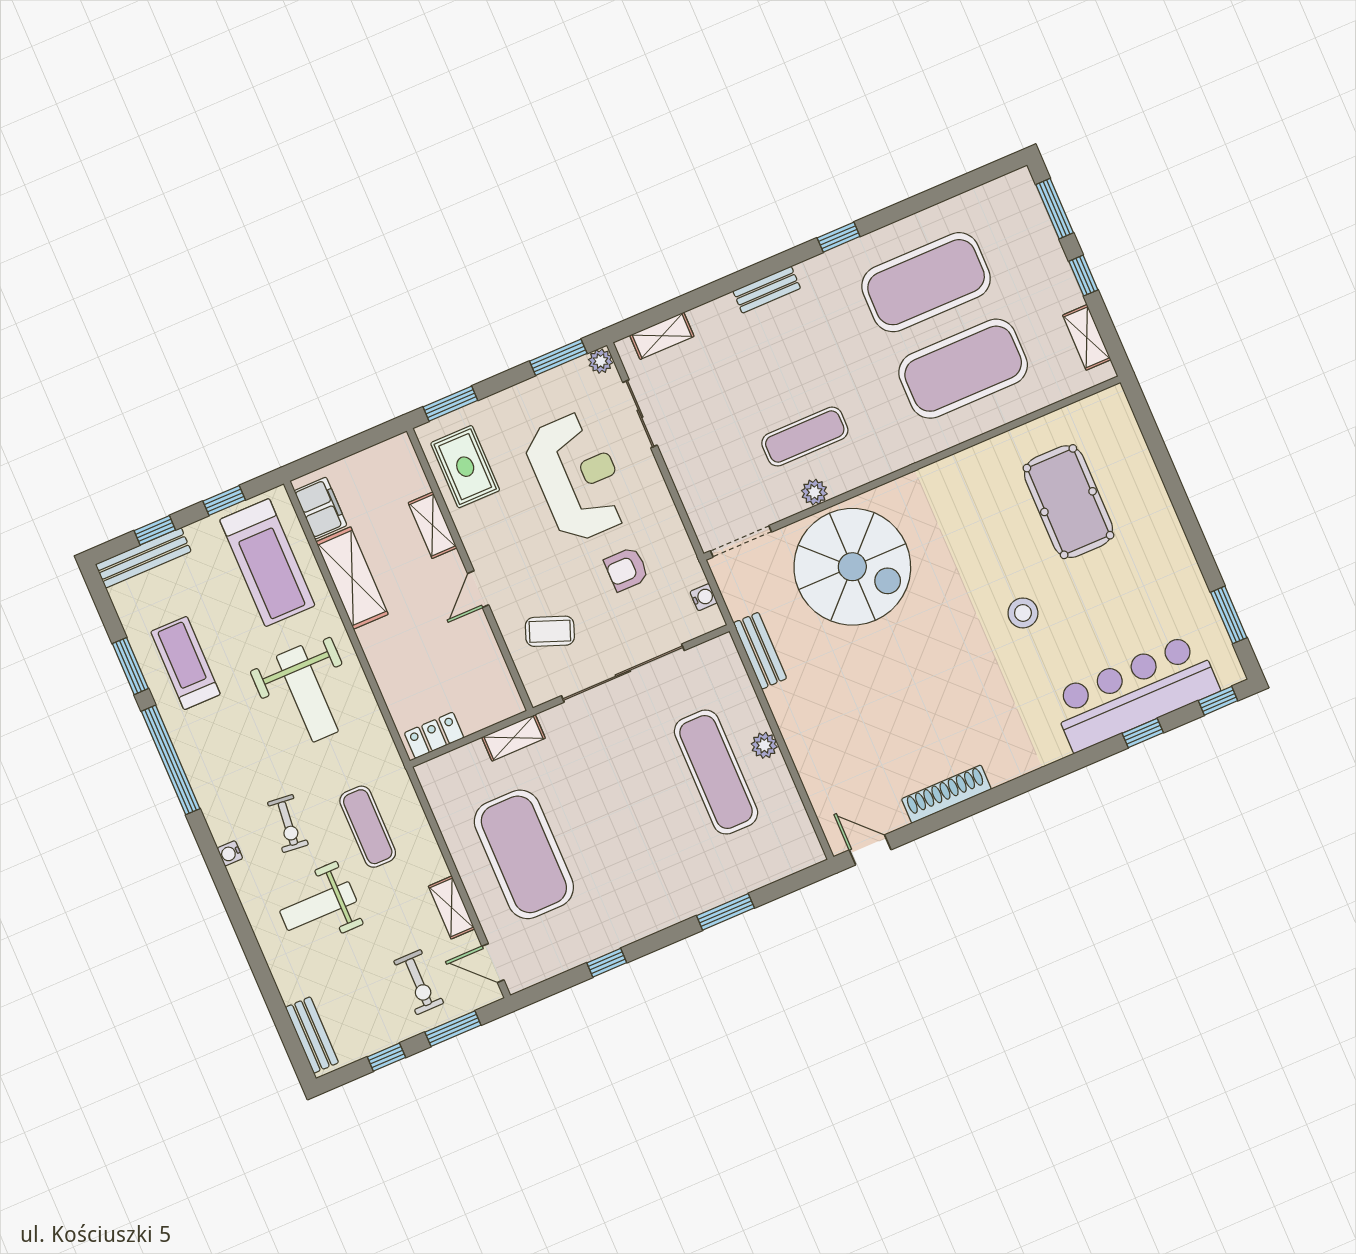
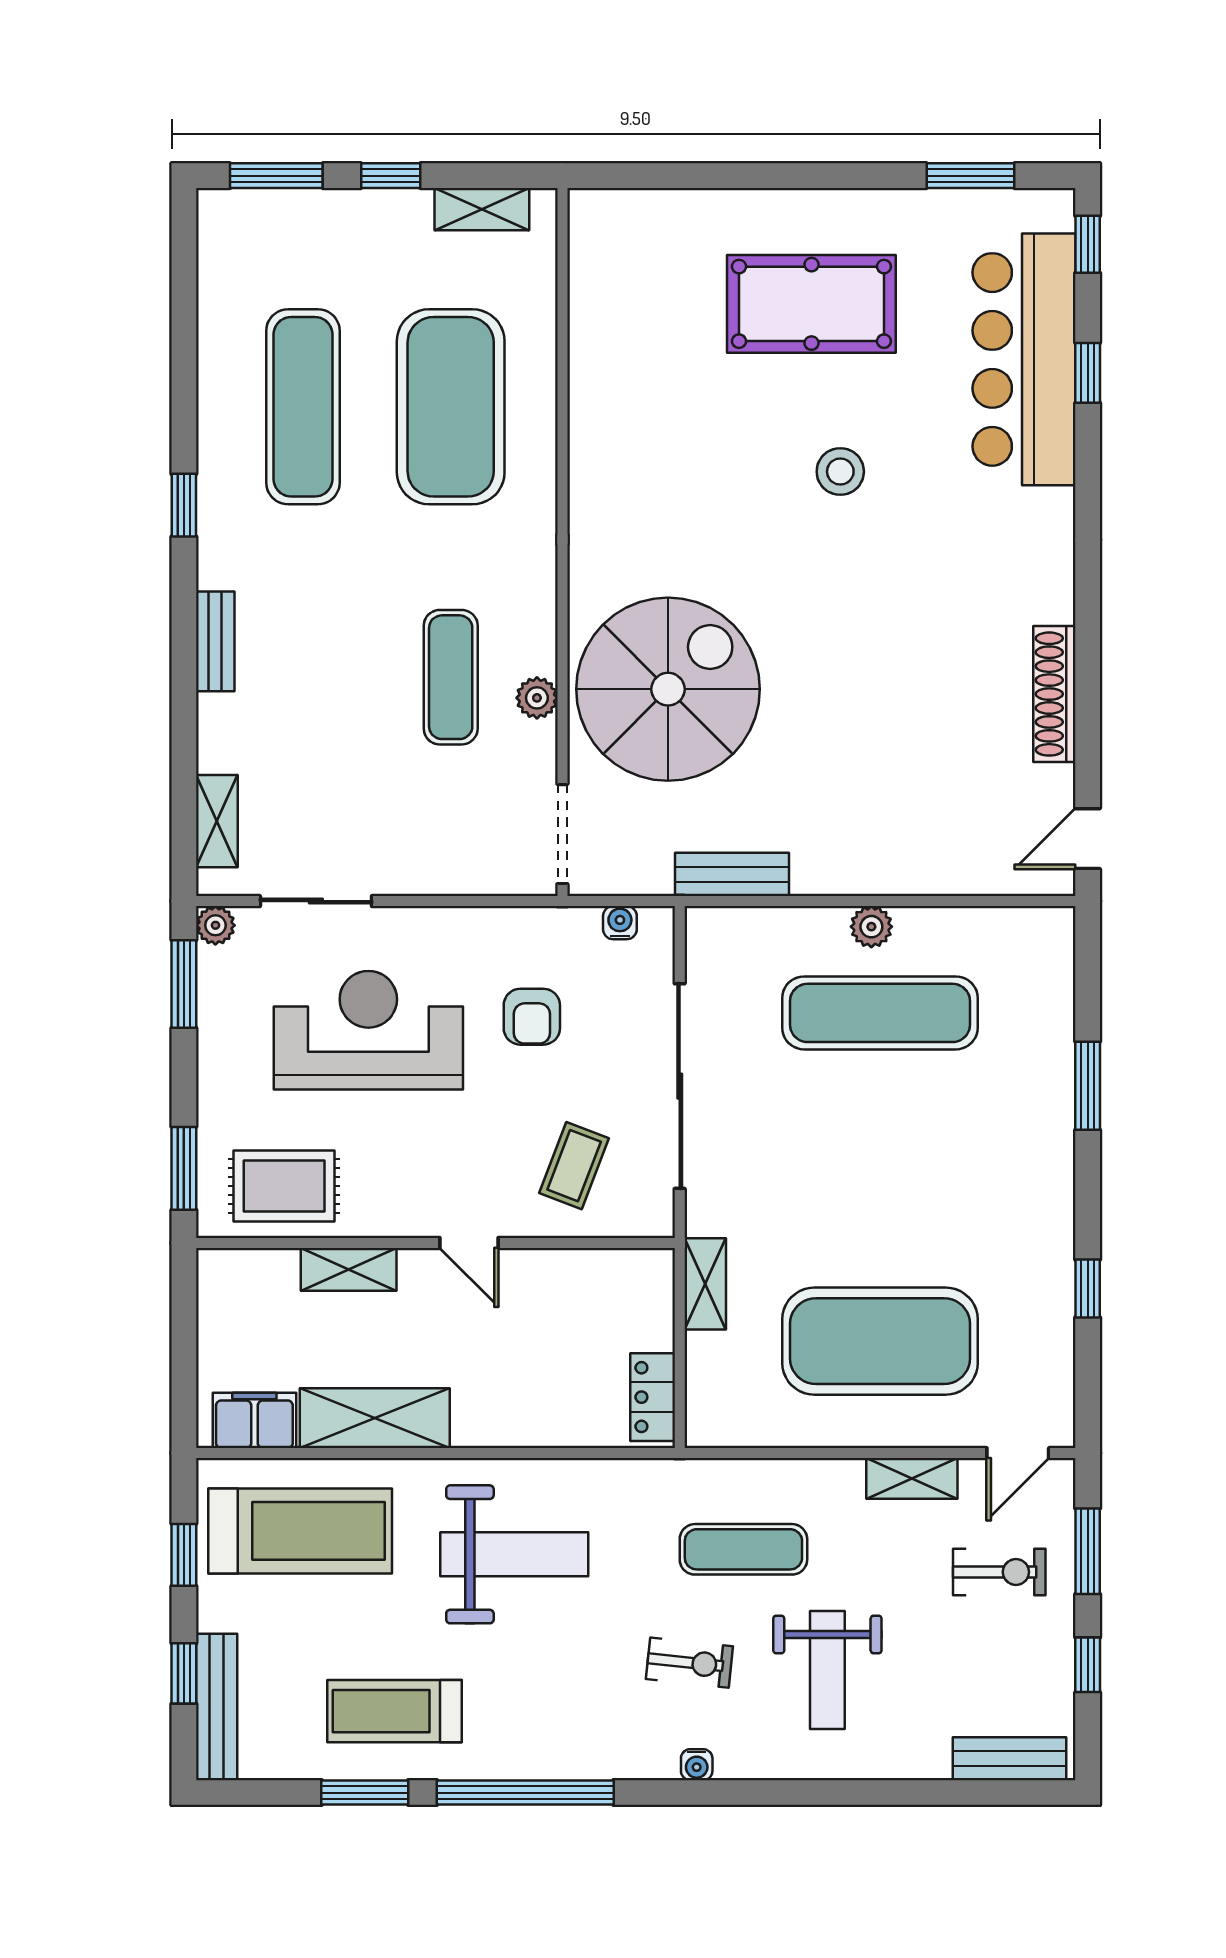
exercise mat: (926, 282) -> (303, 407), width x0.68
pool table: (1068, 502) -> (811, 304), moved

